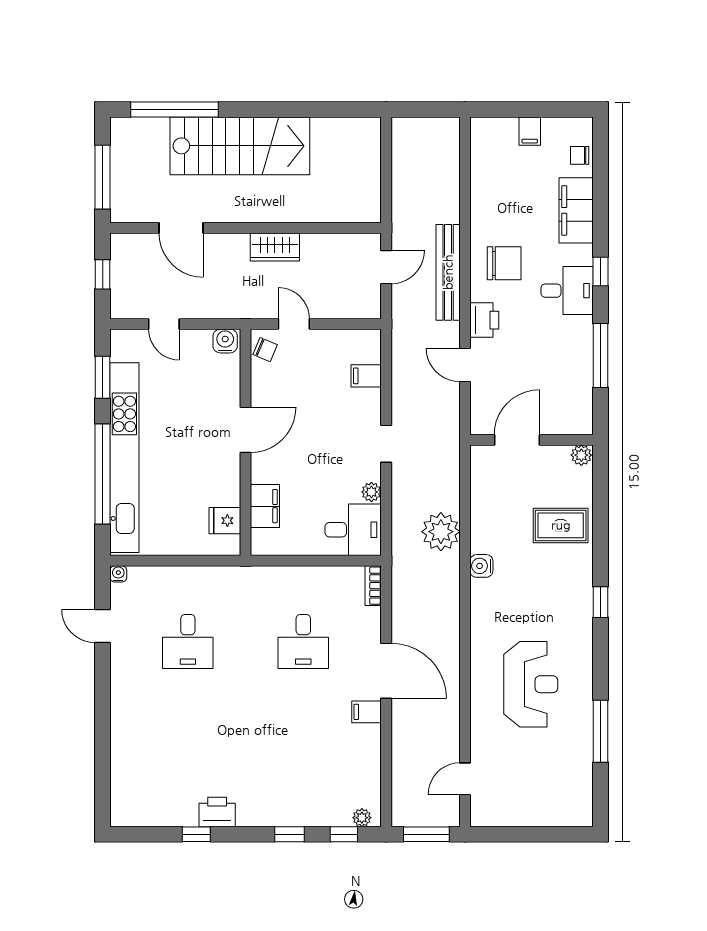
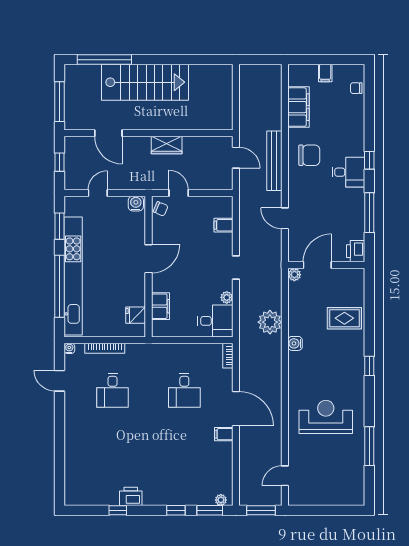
filing cabinet: (576, 210) -> (299, 107), moved, turned 180
door: (386, 267) -> (236, 158), hinge flipped
printer: (484, 320) -> (356, 251), moved, turned 180
door: (164, 324) -> (98, 193), swing flipped
plant: (581, 455) -> (294, 275), moved
bookcase: (175, 574) -> (105, 348), added
reception desk: (531, 684) -> (326, 417), turned -90
window: (344, 834) -> (210, 510), width x1.50

